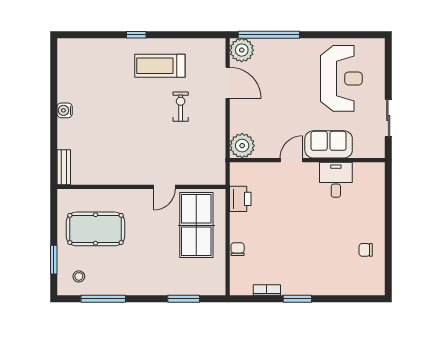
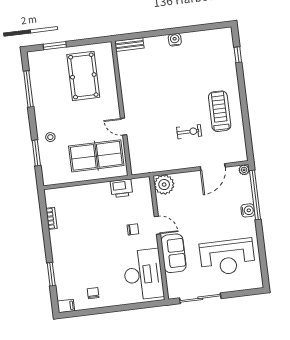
window: (136, 35) -> (238, 55), moved
water cooler: (287, 46) -> (248, 210), added
plant: (242, 50) -> (244, 170), width x0.53, depth x0.53
sliding door: (388, 118) -> (200, 298), width x1.37
desk: (336, 180) -> (143, 274), width x1.87, depth x1.30
chair: (238, 249) -> (133, 229), moved
stool: (79, 276) -> (50, 137), moved
filing cabinet: (377, 285) -> (66, 306), added
window: (297, 299) -> (51, 274), moved

